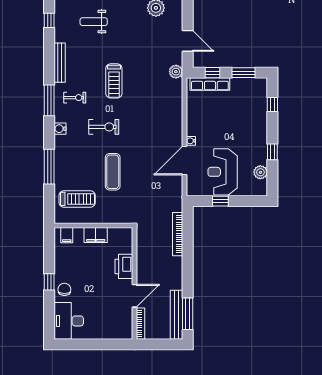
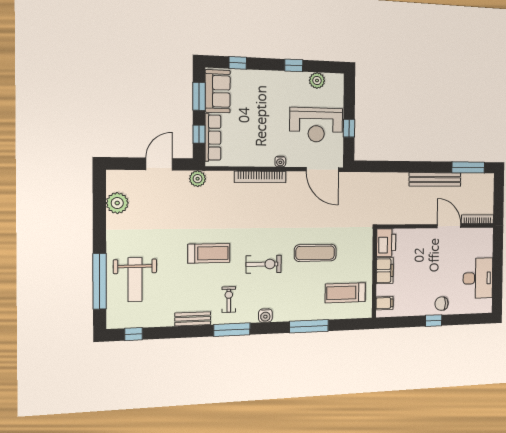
weight bench: (94, 22) -> (135, 280), width x1.36, depth x1.33
bench: (60, 63) -> (193, 319), width x0.73
sofa: (248, 88) -> (218, 91), added
exercise bike: (104, 127) -> (264, 264), turned 90
door: (184, 161) -> (322, 169), moved
treadmill: (77, 199) -> (345, 293), turned -90
bookcase: (178, 234) -> (260, 177), moved
printer: (124, 266) -> (386, 243), moved, turned -90
bench: (176, 315) -> (435, 180), moved
desk: (69, 321) -> (478, 278), moved, turned -90

